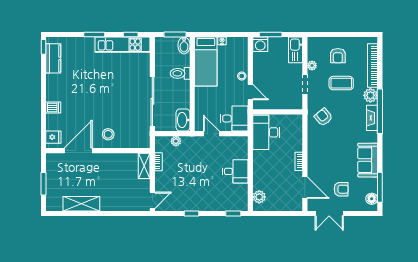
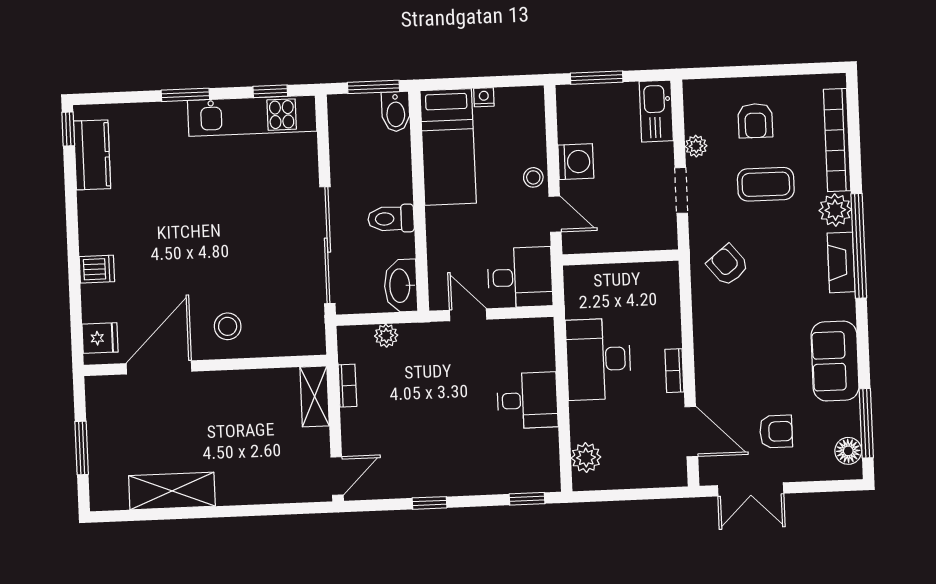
washing machine: (260, 44) -> (576, 162), moved, turned -90
toilet: (180, 73) -> (391, 219), moved
desk: (266, 132) -> (598, 359), moved

